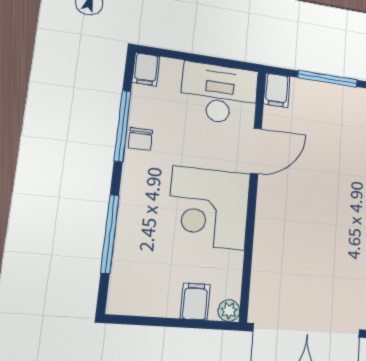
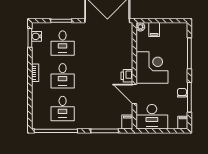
door: (256, 151) -> (134, 94), hinge flipped
printer: (270, 195) -> (127, 76), added

